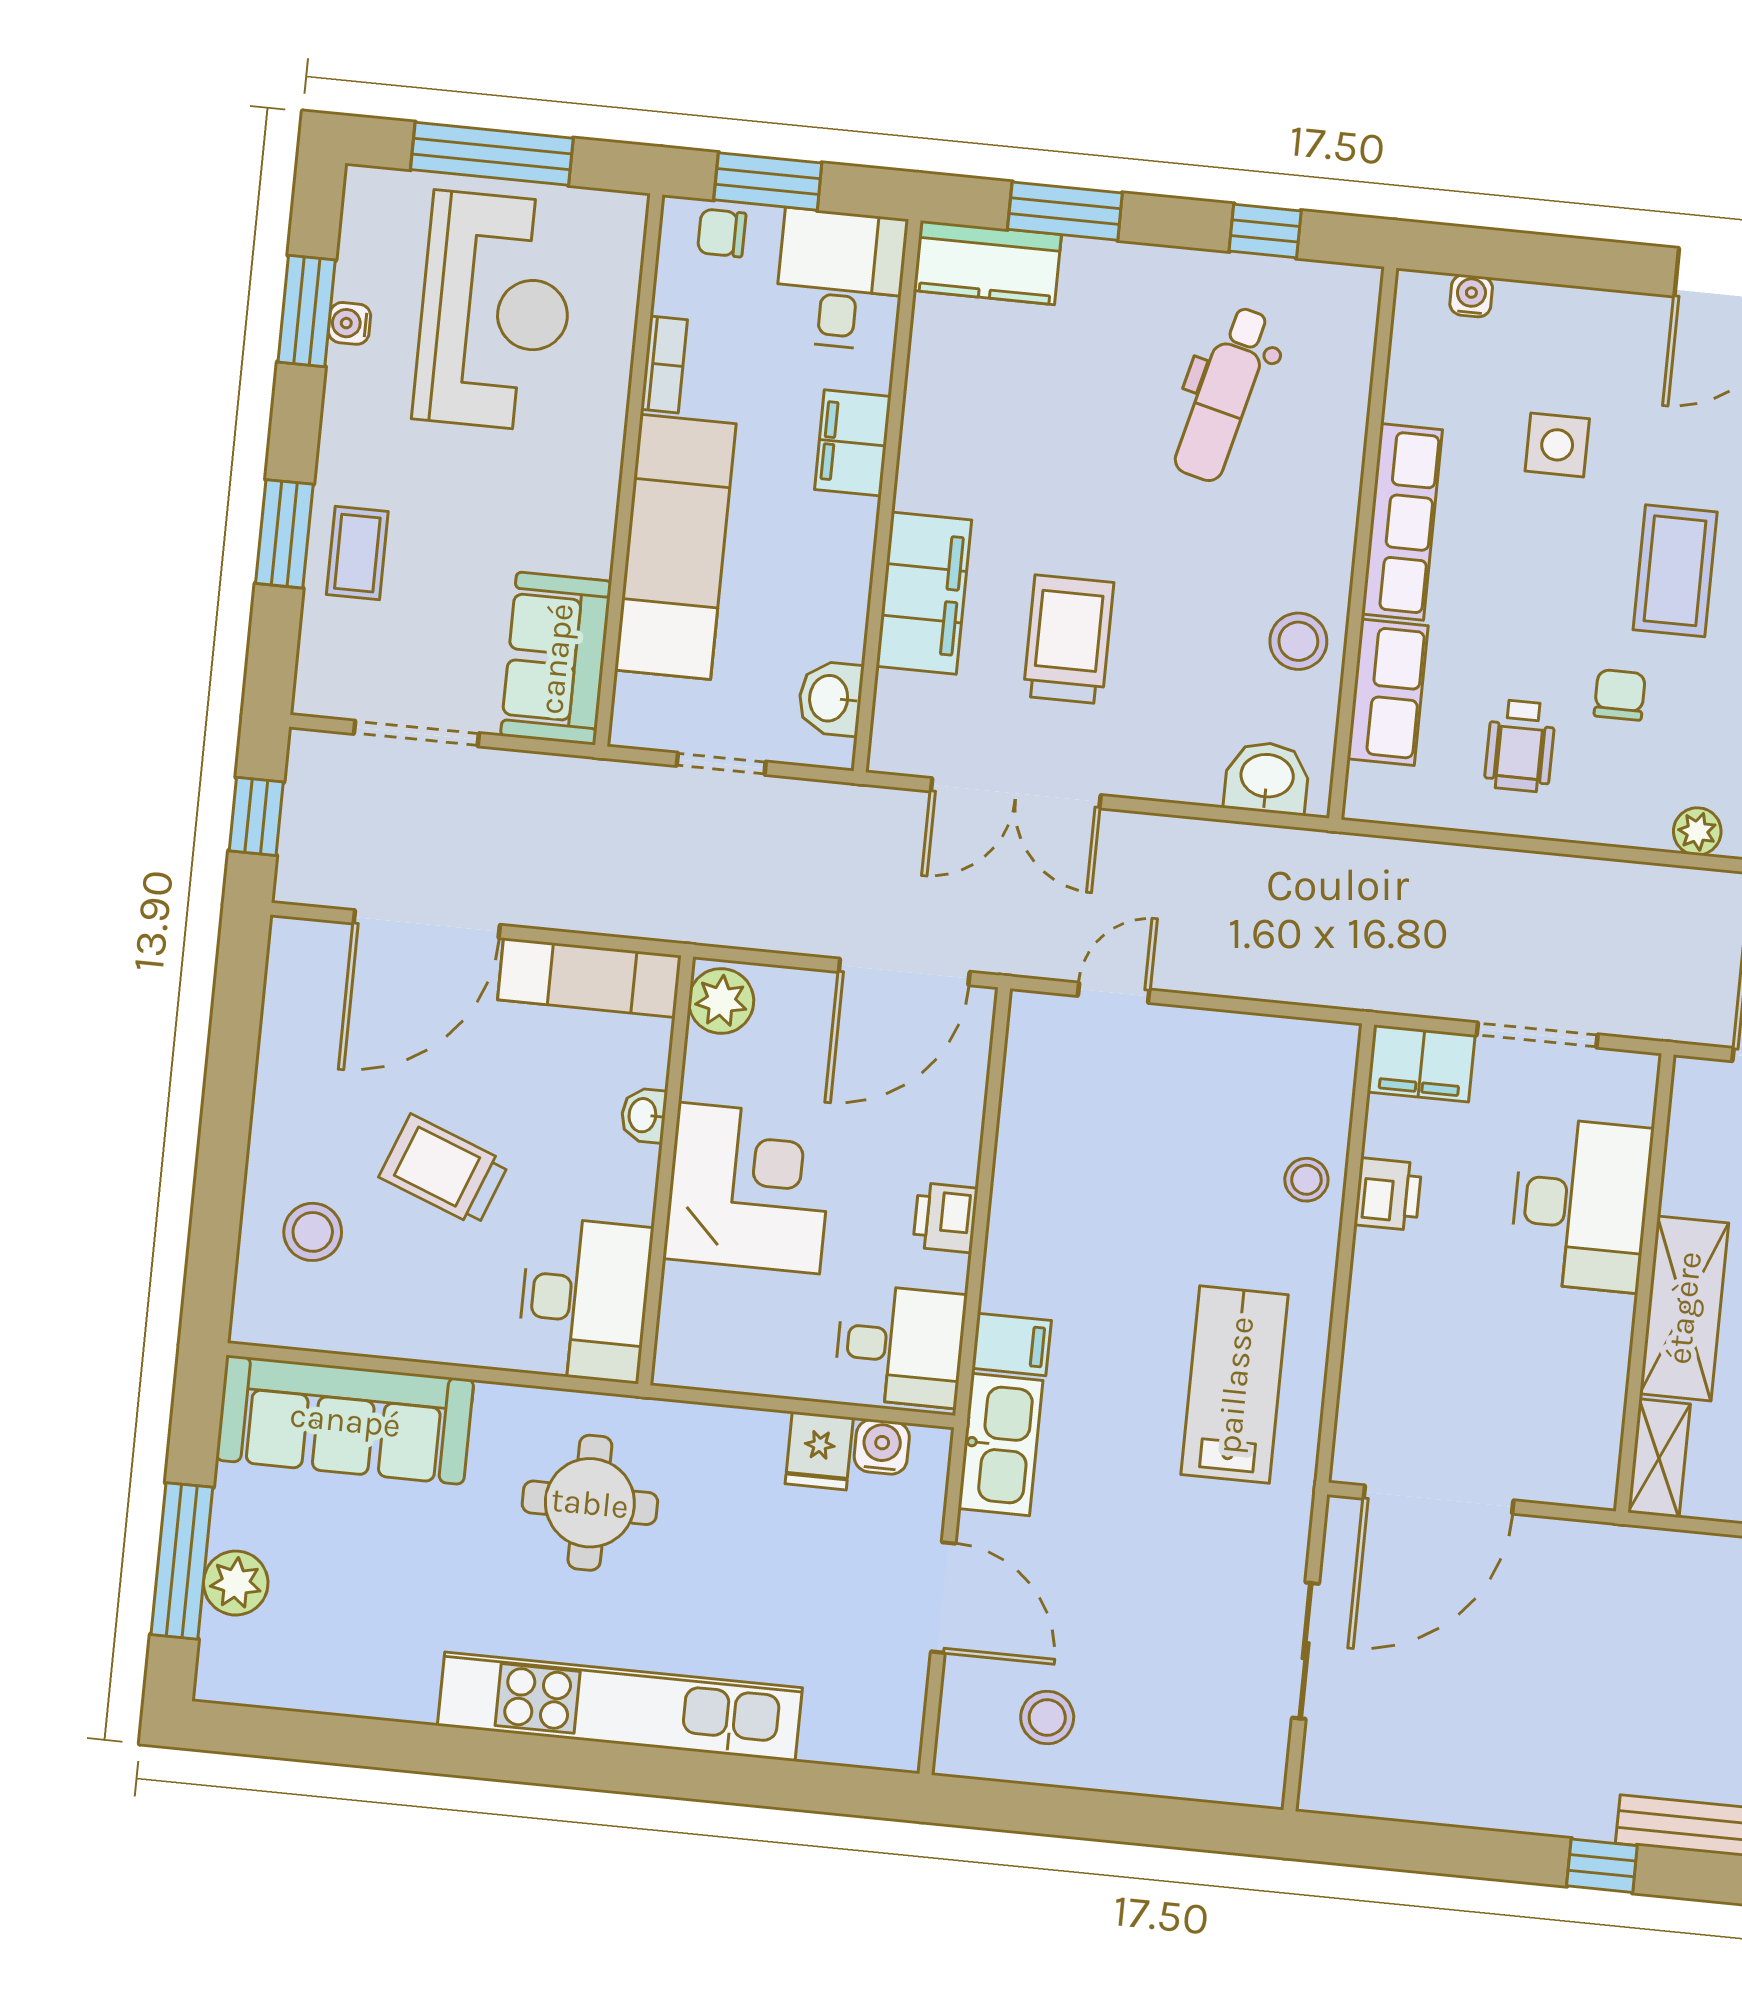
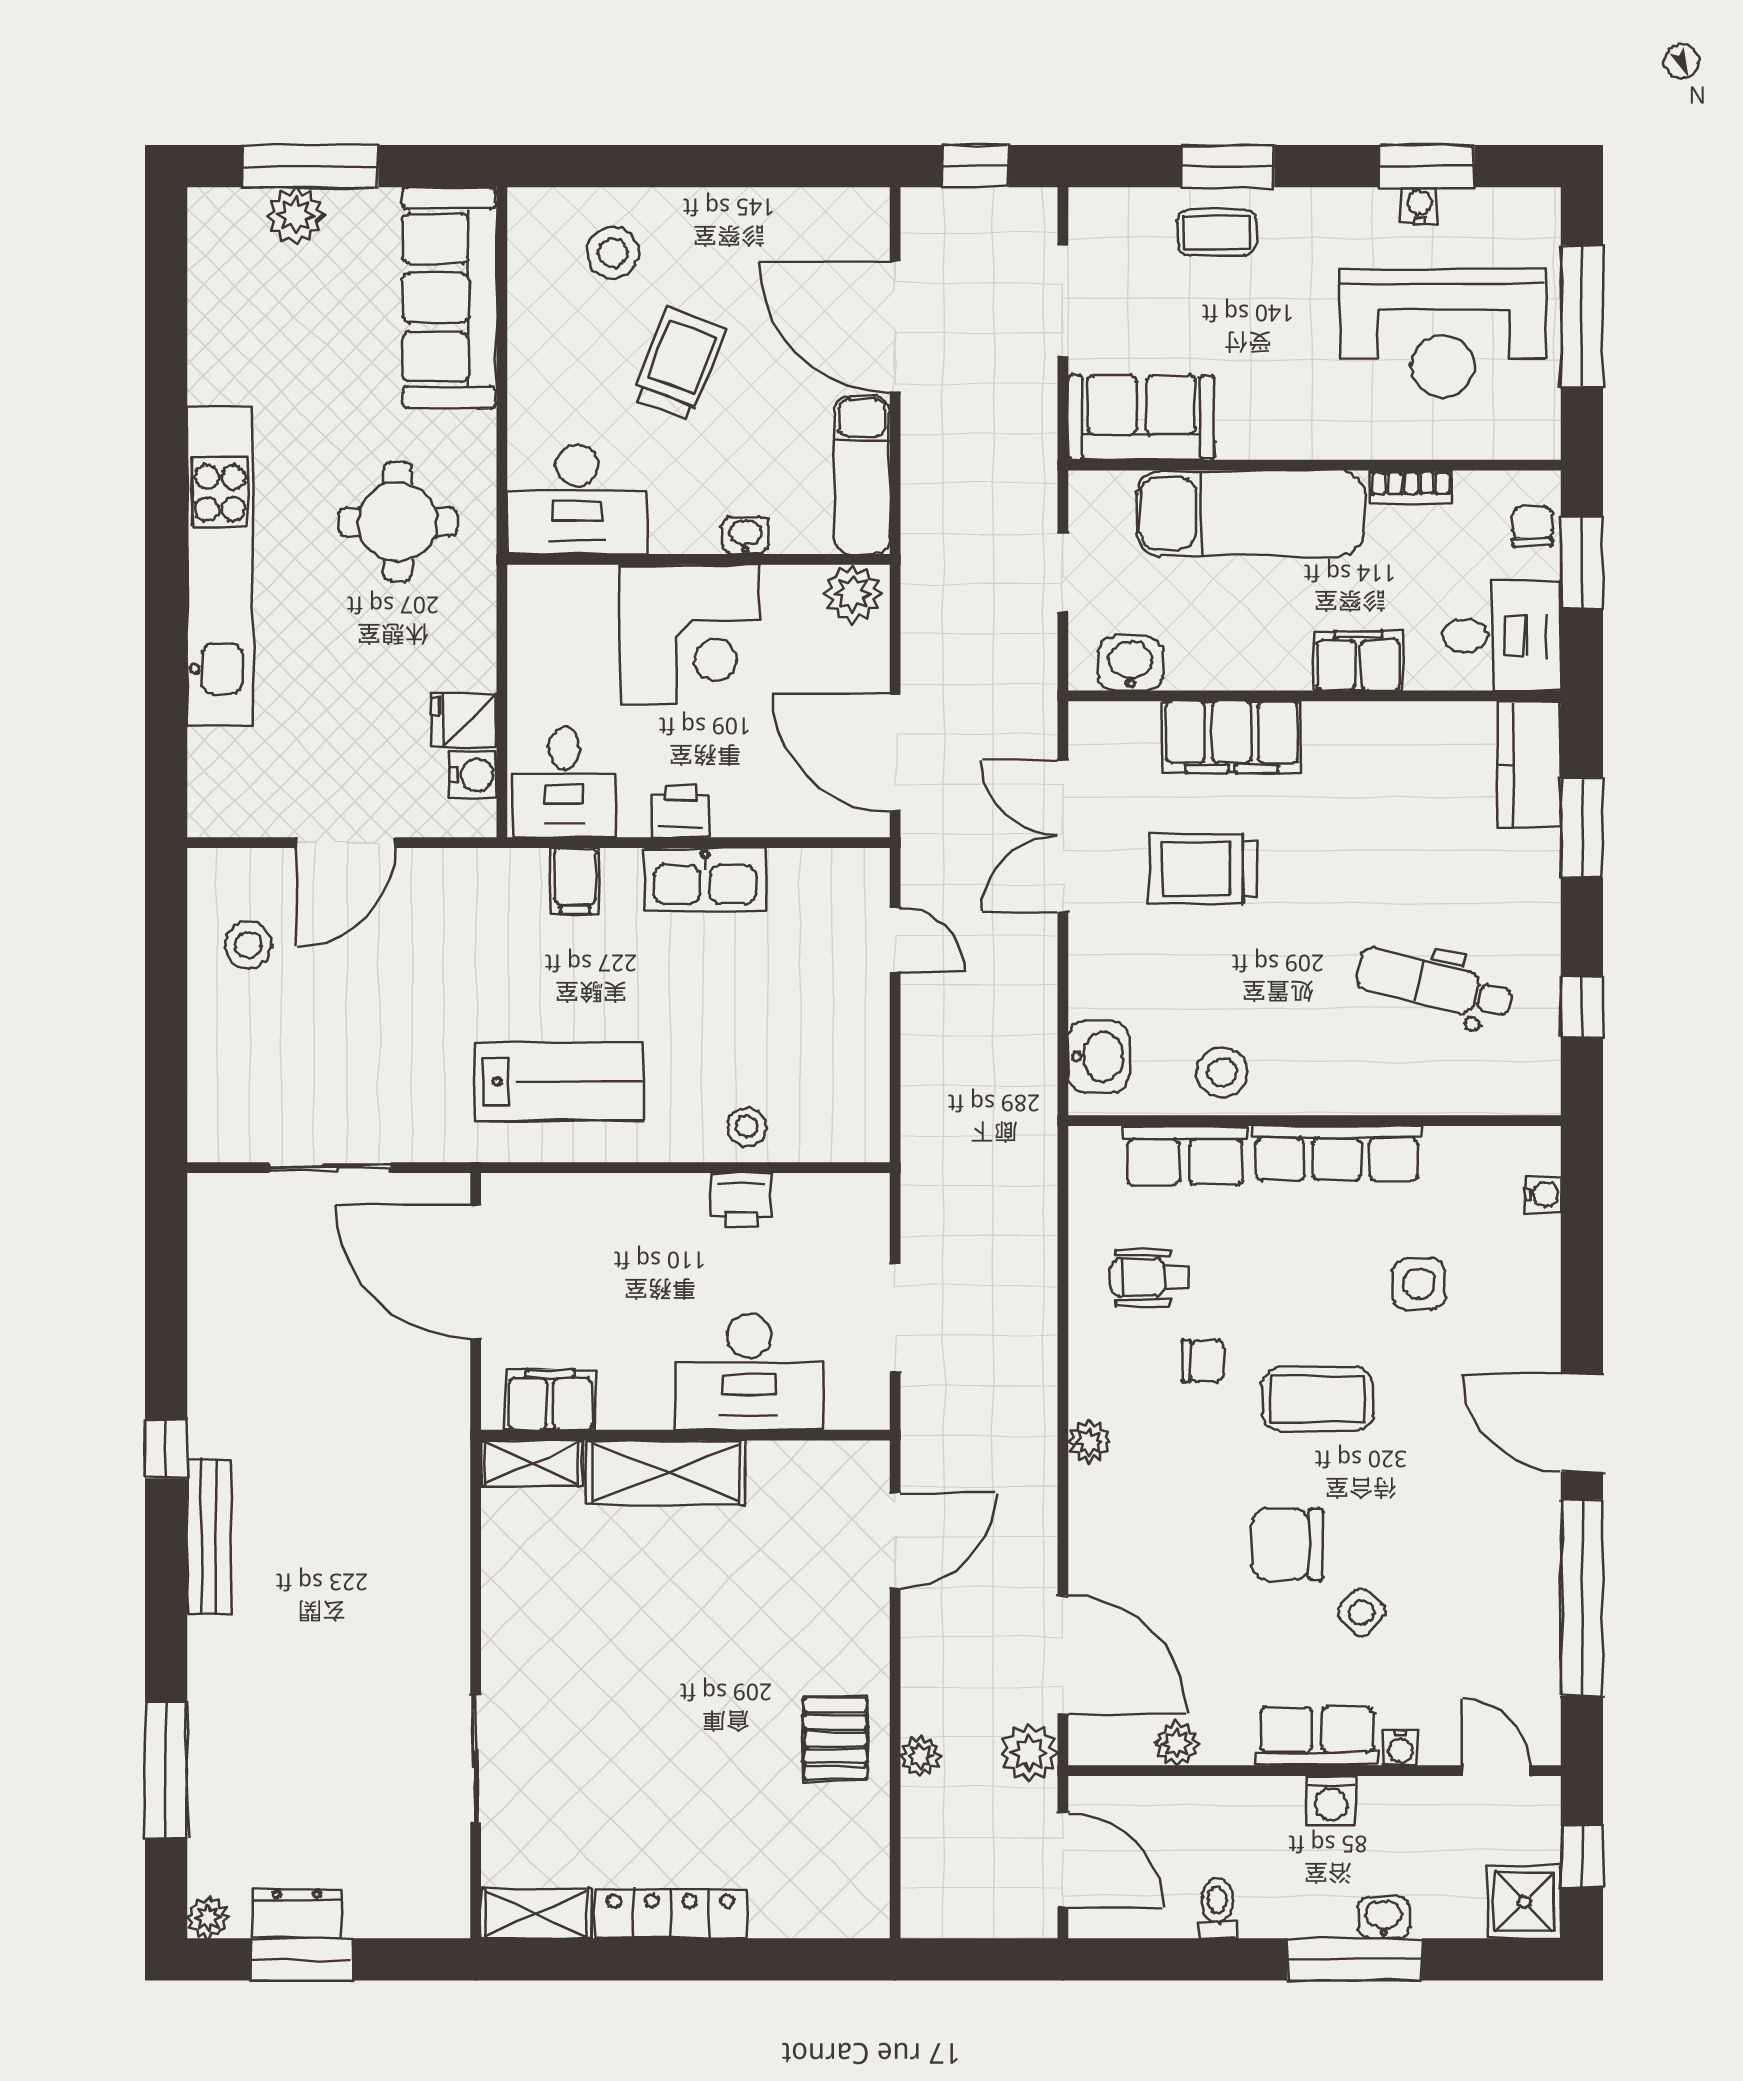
trolley: (1068, 639) -> (1203, 869), turned 180
filing cabinet: (1421, 1063) -> (550, 1400), moved, turned 90
kitchen sink: (1000, 1444) -> (705, 880), moved

